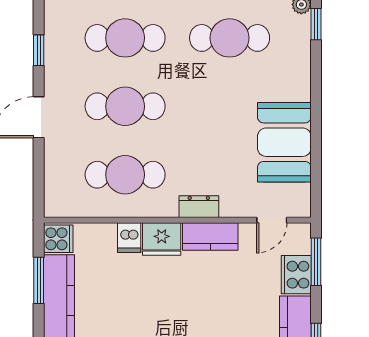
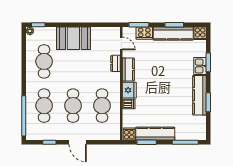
booth: (284, 142) -> (73, 38), moved
dresser: (199, 207) -> (115, 63), moved

